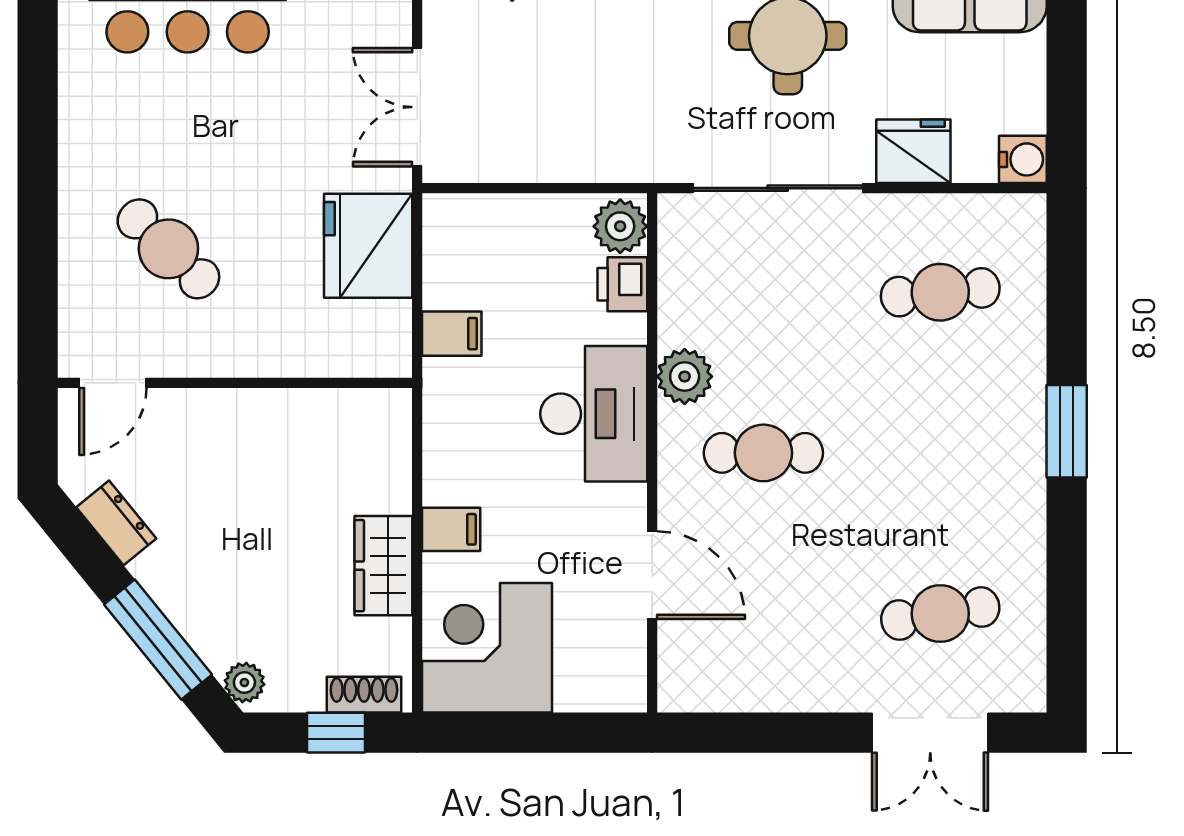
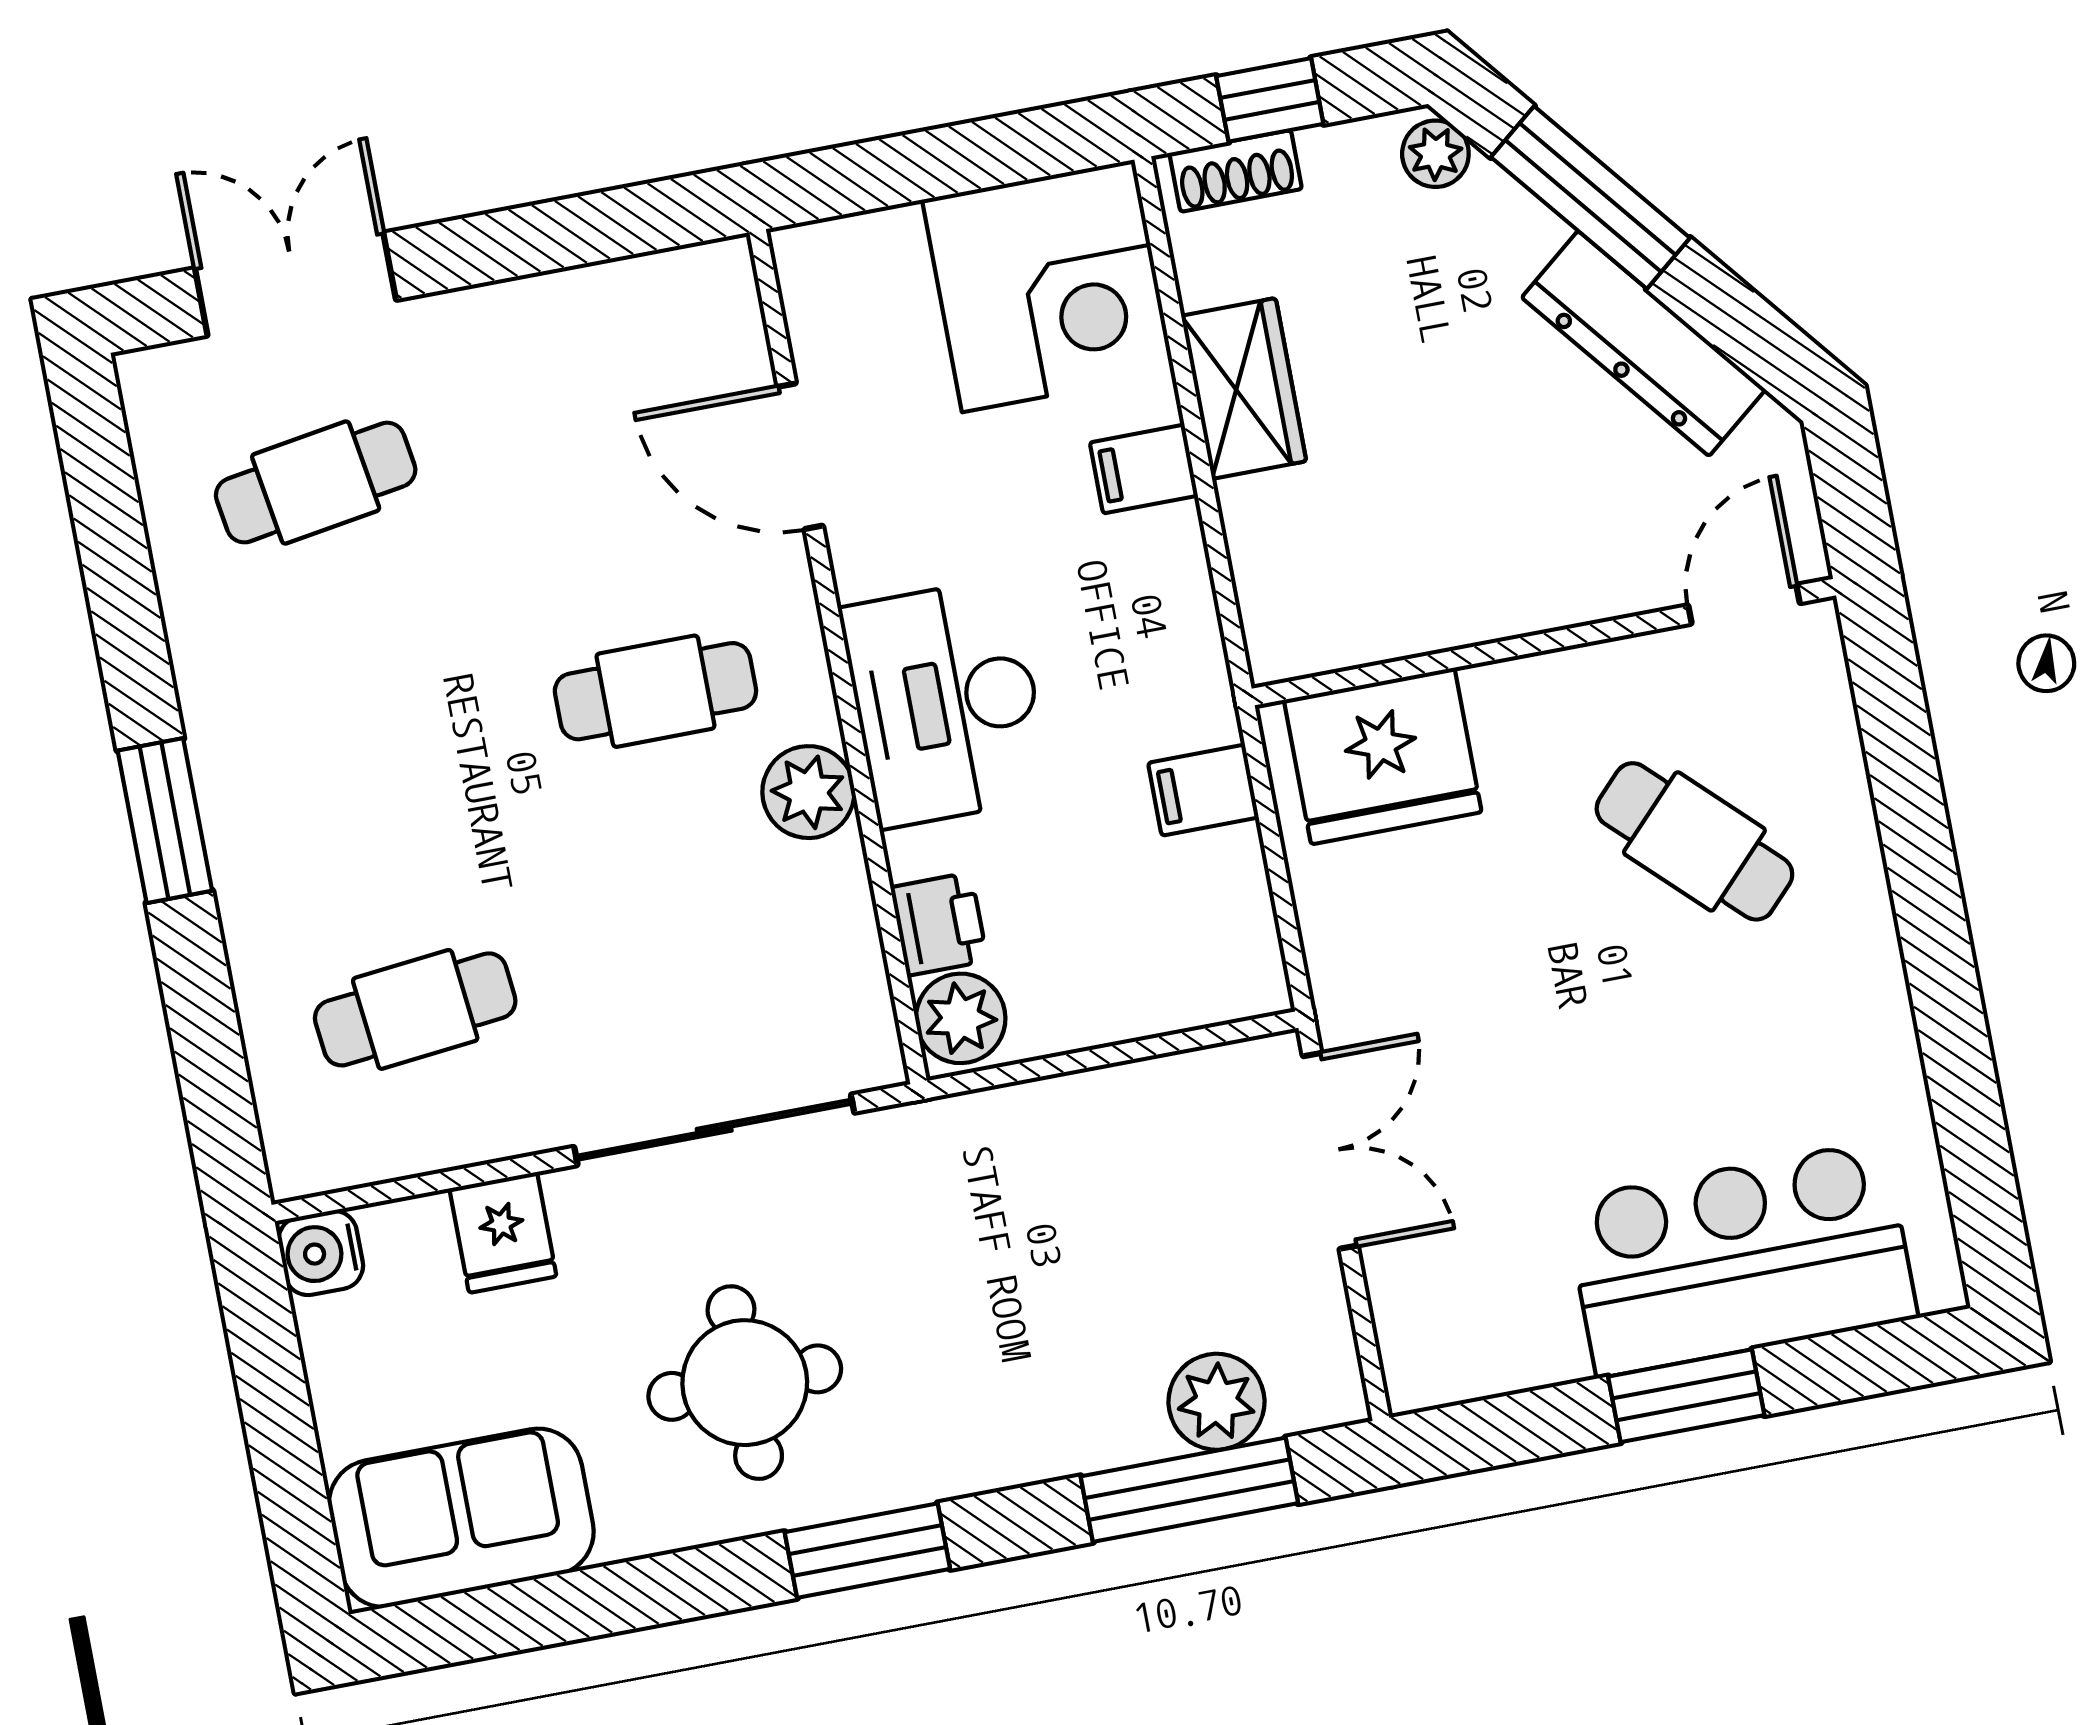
fridge: (913, 151) -> (503, 1232), width x0.72
fridge: (368, 246) -> (1383, 756), moved, turned 90
dresser: (116, 523) -> (1644, 344), width x1.96, depth x1.24

